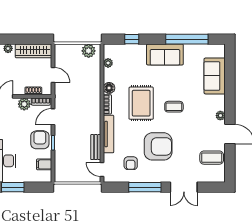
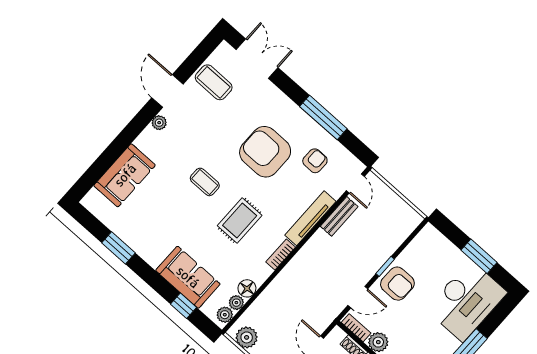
window: (187, 39) -> (119, 248), width x0.47
plant: (108, 52) -> (225, 315), added
sofa: (165, 54) -> (188, 277), moved
floor lamp: (109, 88) -> (247, 288), moved
rug: (141, 103) -> (240, 220), width x0.73, depth x0.70
armchair: (40, 140) -> (397, 284), turned -90
filing cabinet: (44, 164) -> (418, 250), removed
double door: (184, 187) -> (257, 59), moved

